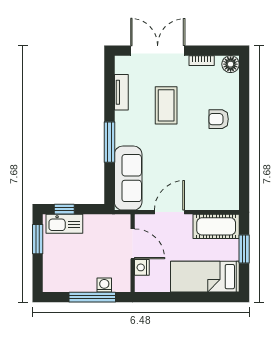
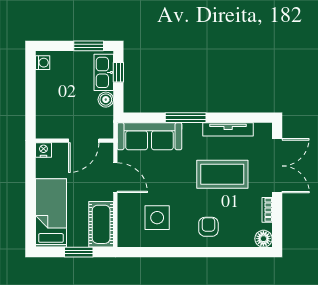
tv unit: (121, 92) -> (228, 129), width x1.41
coffee table: (166, 105) -> (222, 174), width x1.36, depth x1.32
side table: (209, 171) -> (157, 218), added
boiler: (91, 222) -> (106, 100), added
nightstand: (142, 267) -> (43, 150), moved
washing machine: (104, 285) -> (43, 63), moved
window: (92, 297) -> (31, 100), removed

